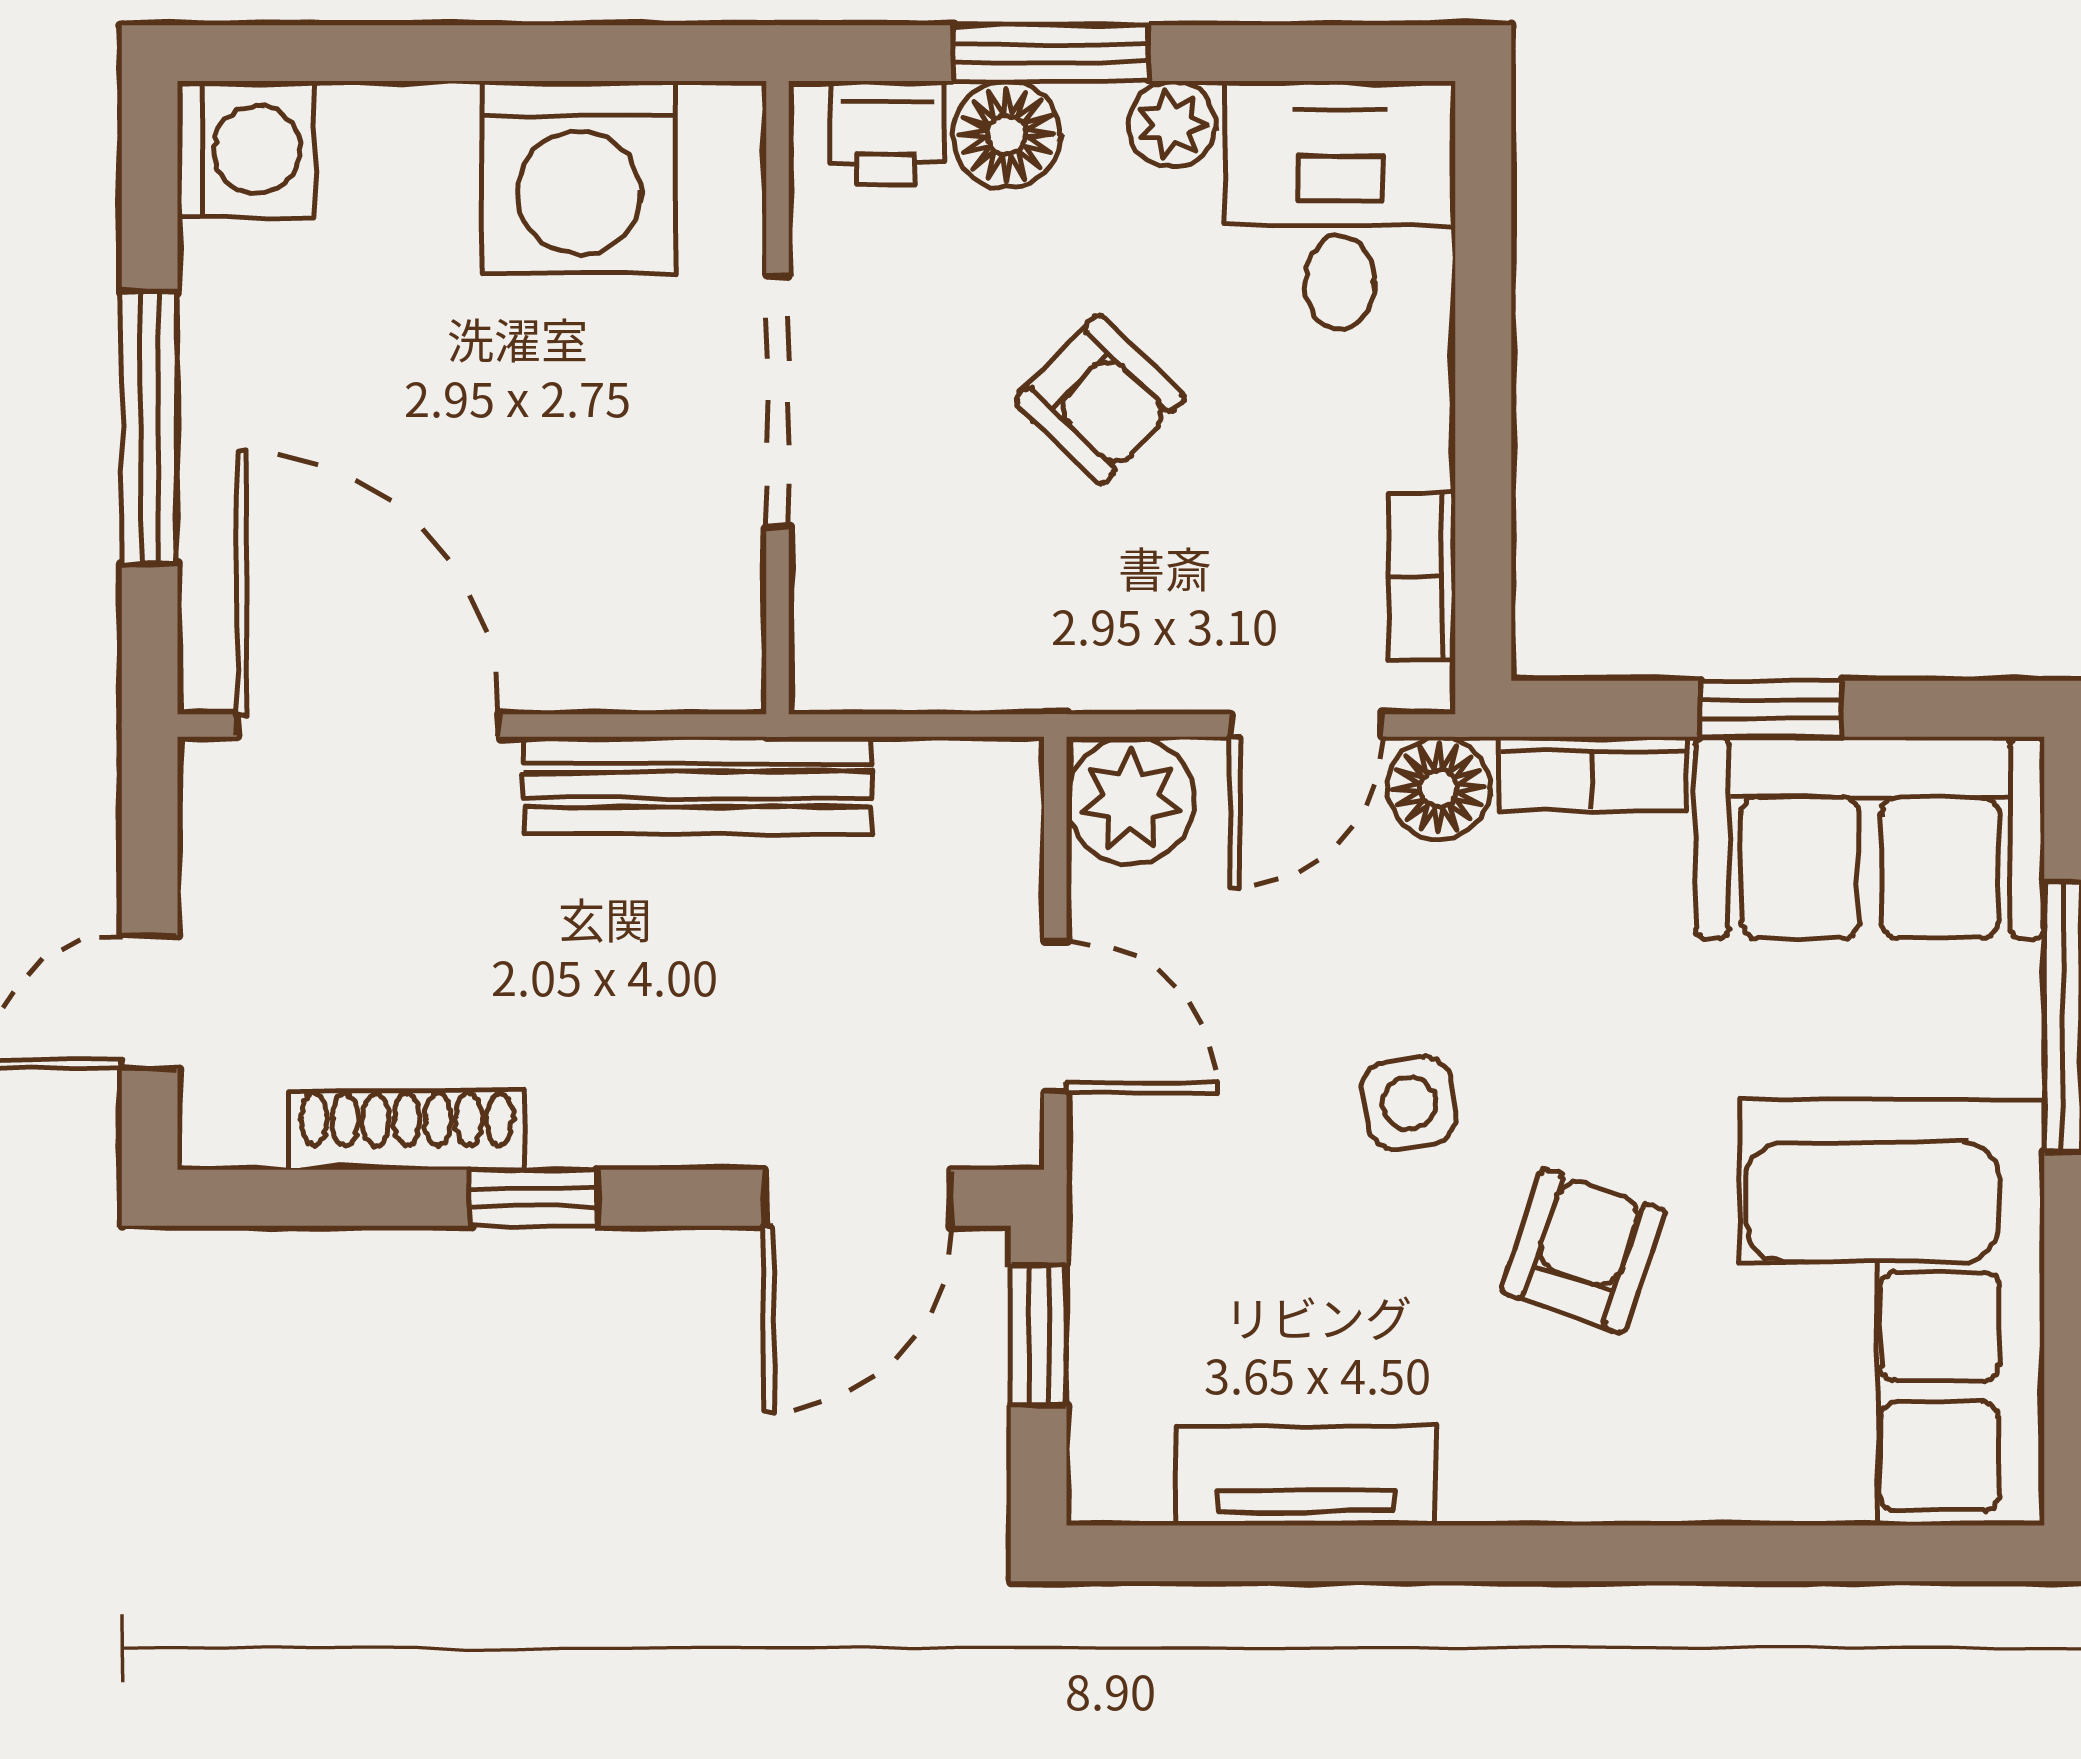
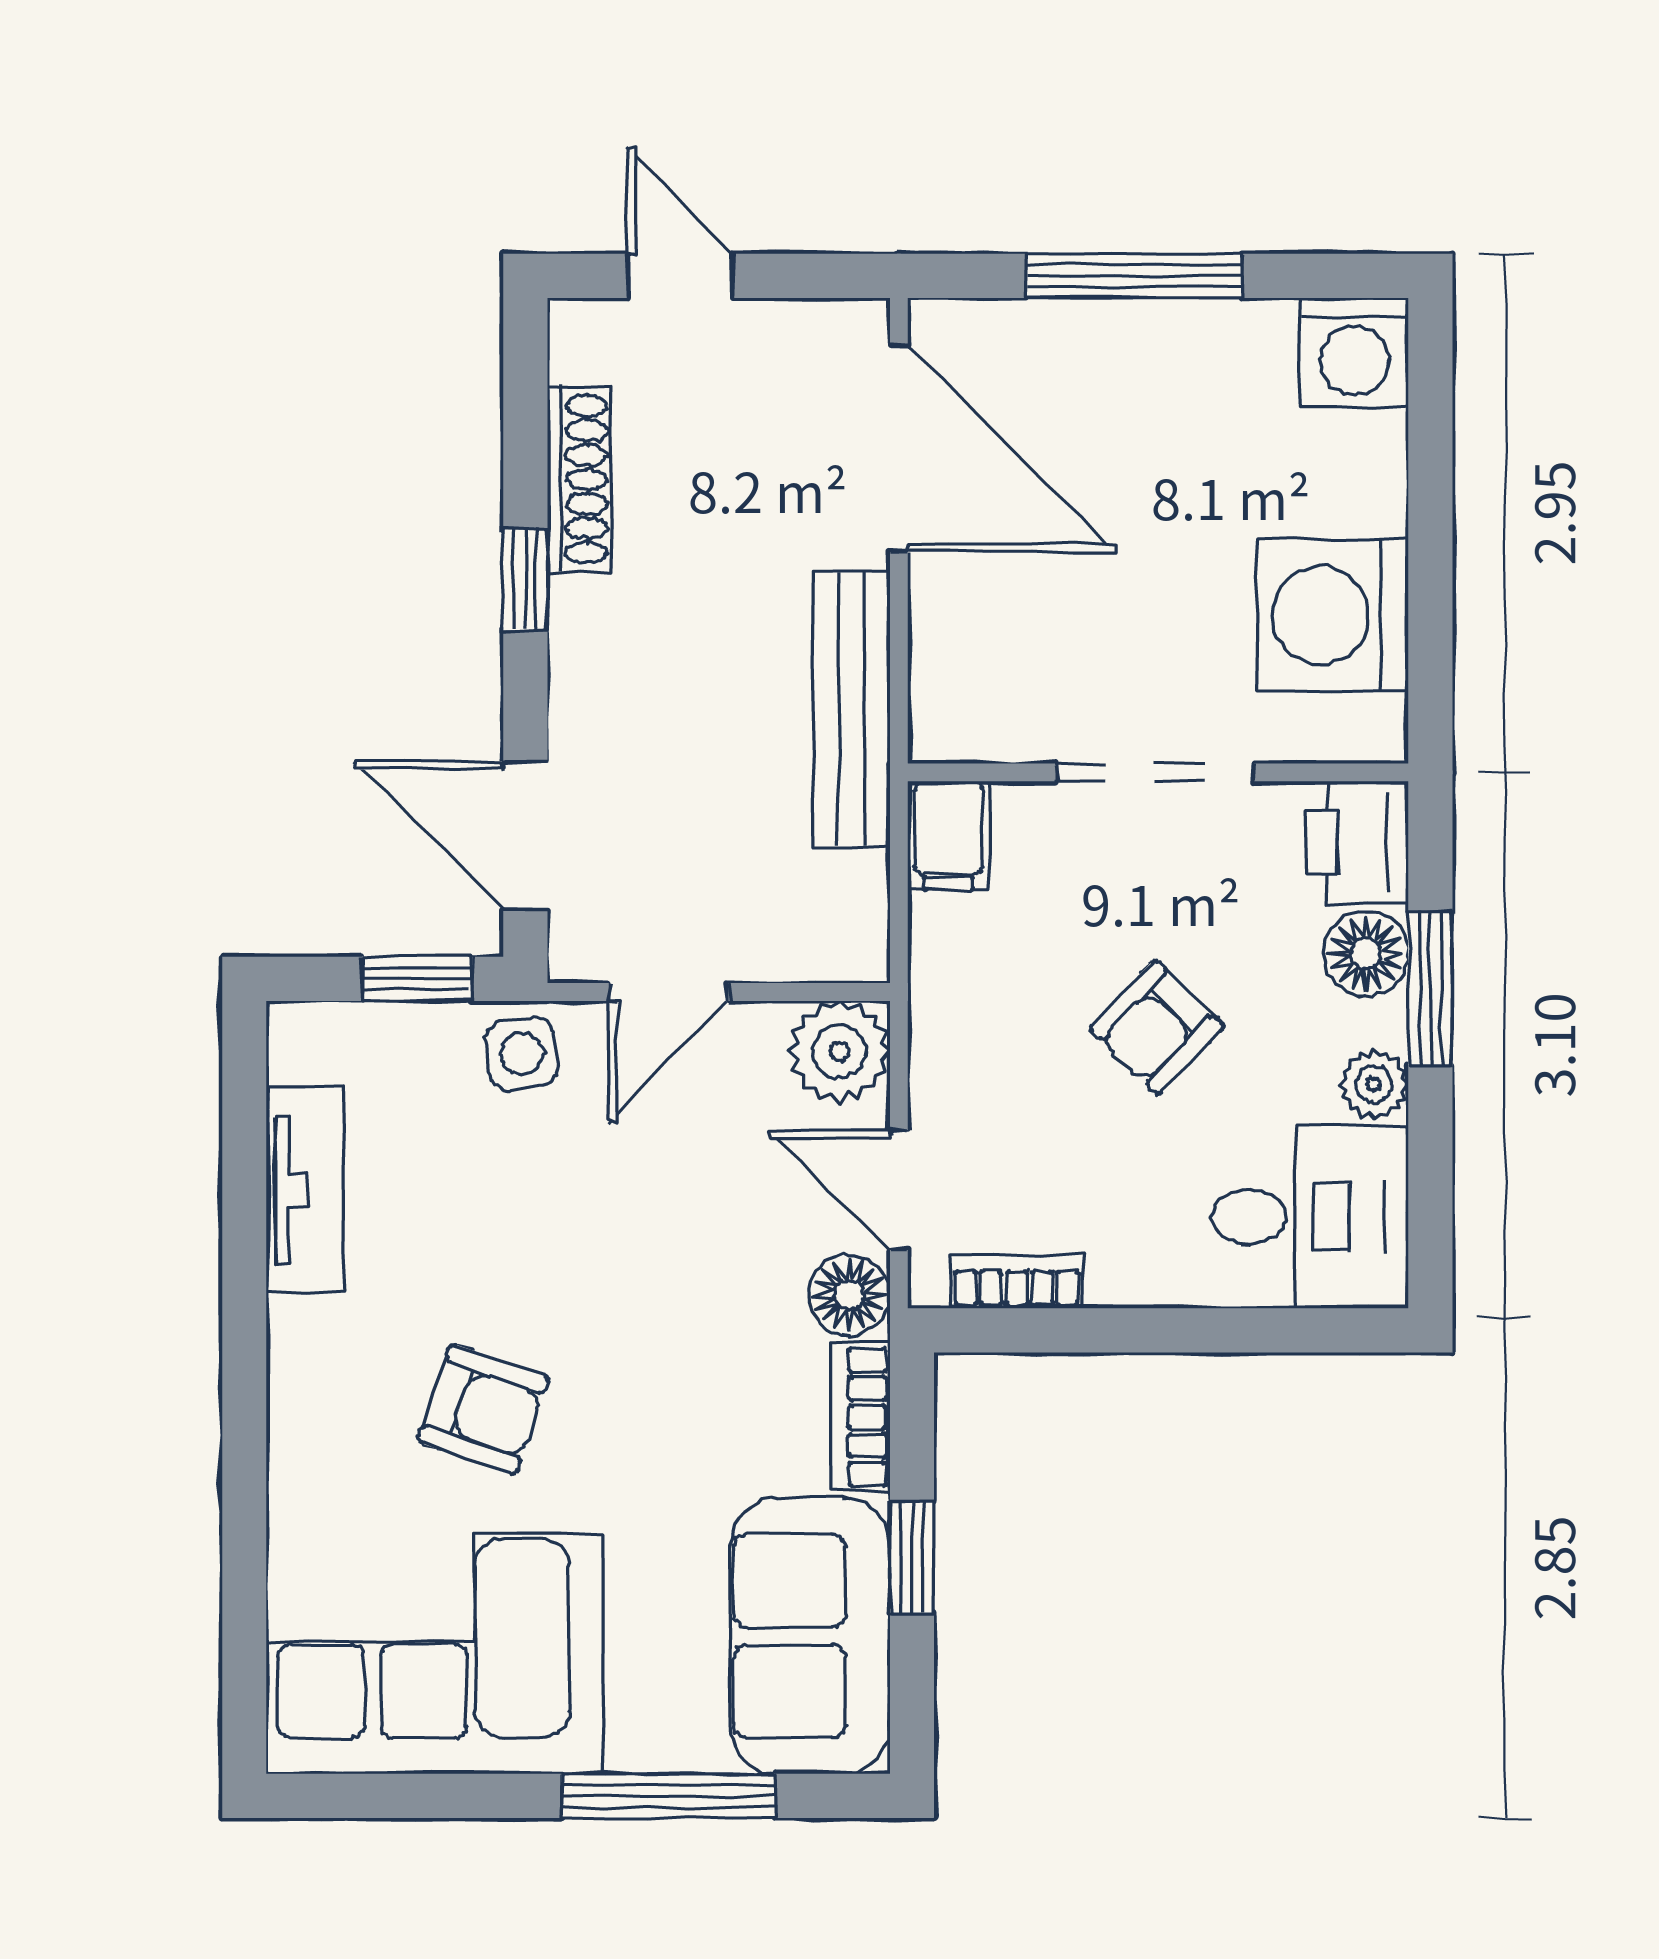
printer: (887, 133) -> (1358, 843), width x1.36, depth x1.24
filing cabinet: (857, 663) -> (948, 836), added
door: (368, 725) -> (899, 449), hinge flipped
side table: (1409, 1103) -> (522, 1054), moved

